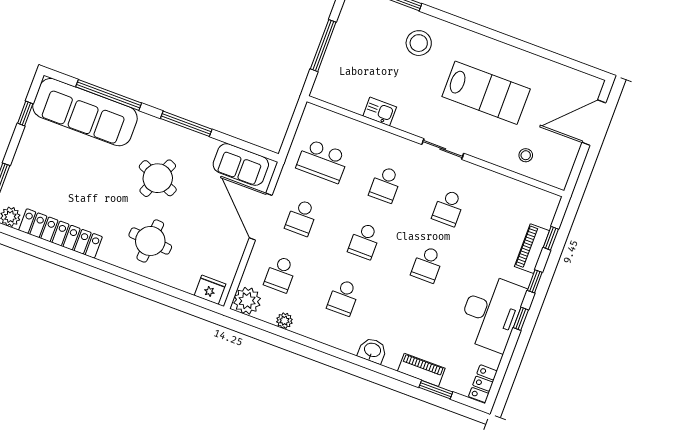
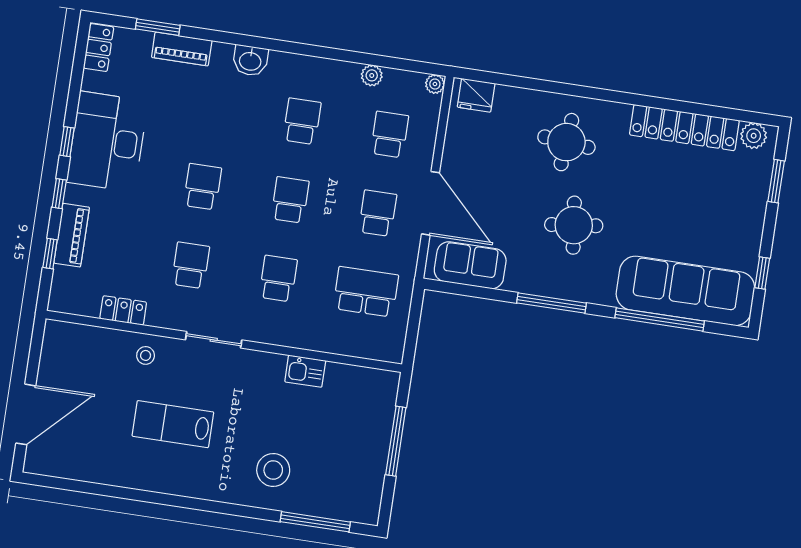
lab bench: (486, 93) -> (173, 424), width x0.73, depth x0.72
stool: (526, 155) -> (146, 355), moved
round table: (158, 178) -> (574, 225), turned -30
locker: (505, 185) -> (123, 310), added
plant: (247, 301) -> (435, 84), width x0.53, depth x0.53

